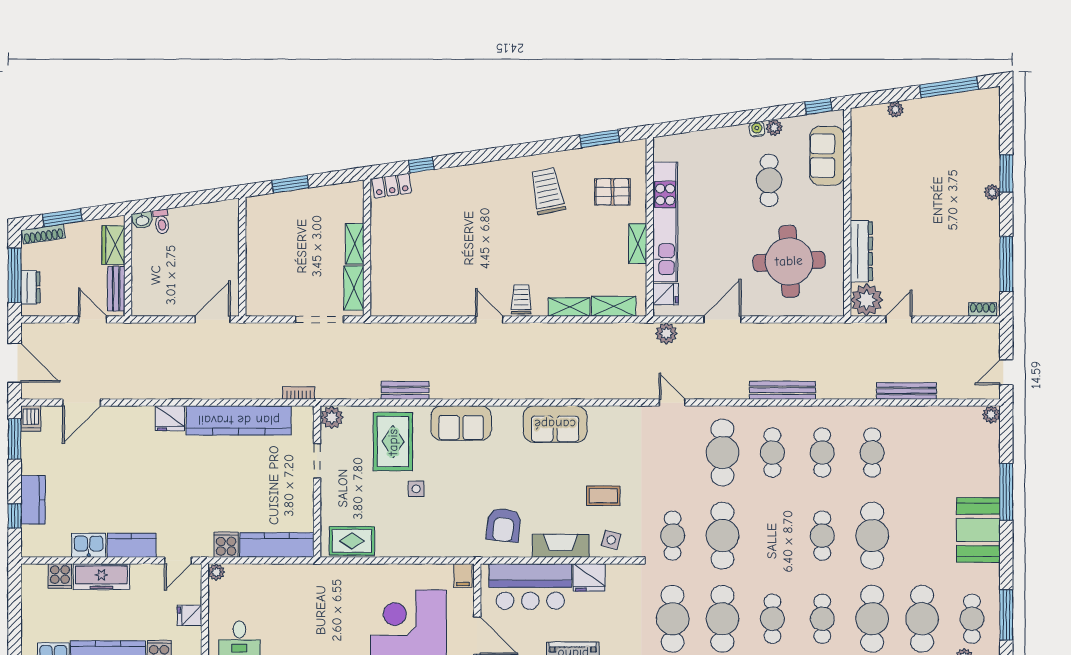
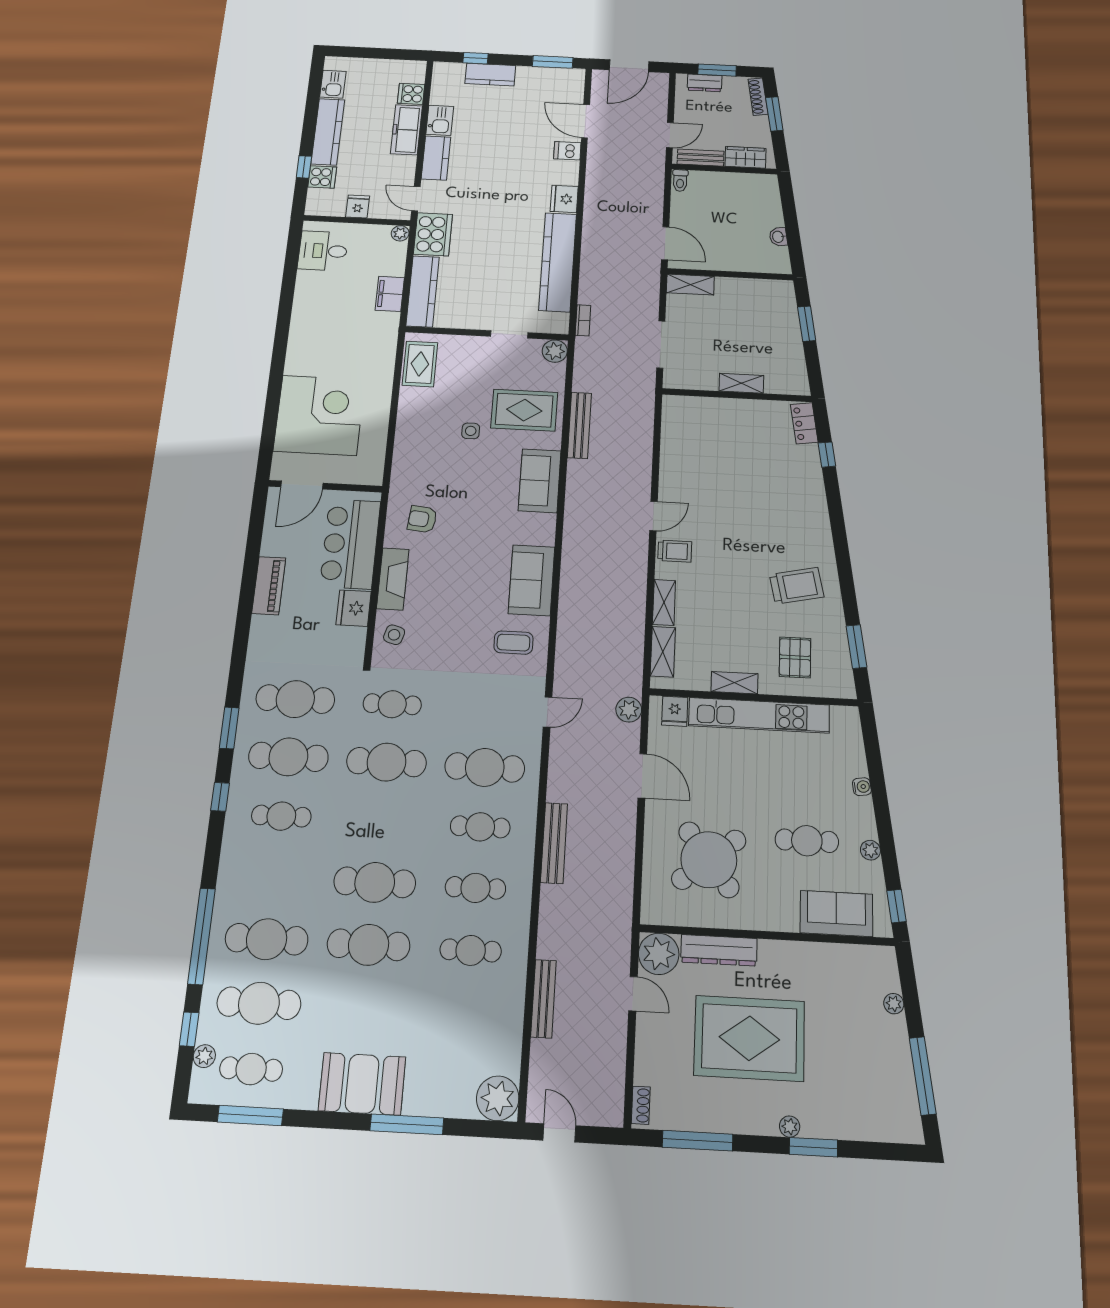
water cooler: (757, 129) -> (862, 787), moved
washbasin: (142, 220) -> (778, 237), moved
toilet: (162, 222) -> (680, 181), moved, turned -82
rug: (928, 225) -> (749, 1038), added
round table: (789, 261) -> (709, 860), turned -35
window: (15, 275) -> (717, 70), width x0.69
shelving: (354, 288) -> (690, 285), moved
bench: (405, 390) -> (579, 425), width x1.36
plant: (991, 415) -> (498, 1098), width x1.87, depth x1.87
dishwasher: (31, 418) -> (567, 151), moved
coffee table: (603, 496) -> (513, 643), moved, turned 90
armchair: (504, 525) -> (422, 519), width x0.72, depth x0.72
cafe table: (822, 536) -> (375, 882), width x1.37, depth x1.35
cooker: (226, 545) -> (433, 234), width x1.87, depth x1.31
filing cabinet: (463, 576) -> (390, 294), moved, width x2.00
cafe table: (822, 619) -> (274, 877), removed

